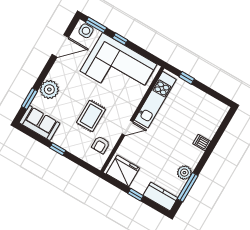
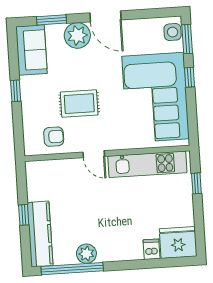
door: (60, 46) -> (106, 16), moved
dishwasher: (202, 143) -> (152, 249), moved
armchair: (101, 145) -> (54, 137), turned 180
fridge: (123, 171) -> (178, 242), moved, turned -90
window: (188, 187) -> (72, 269), width x1.46
kitchen counter: (160, 197) -> (40, 234), width x1.50

